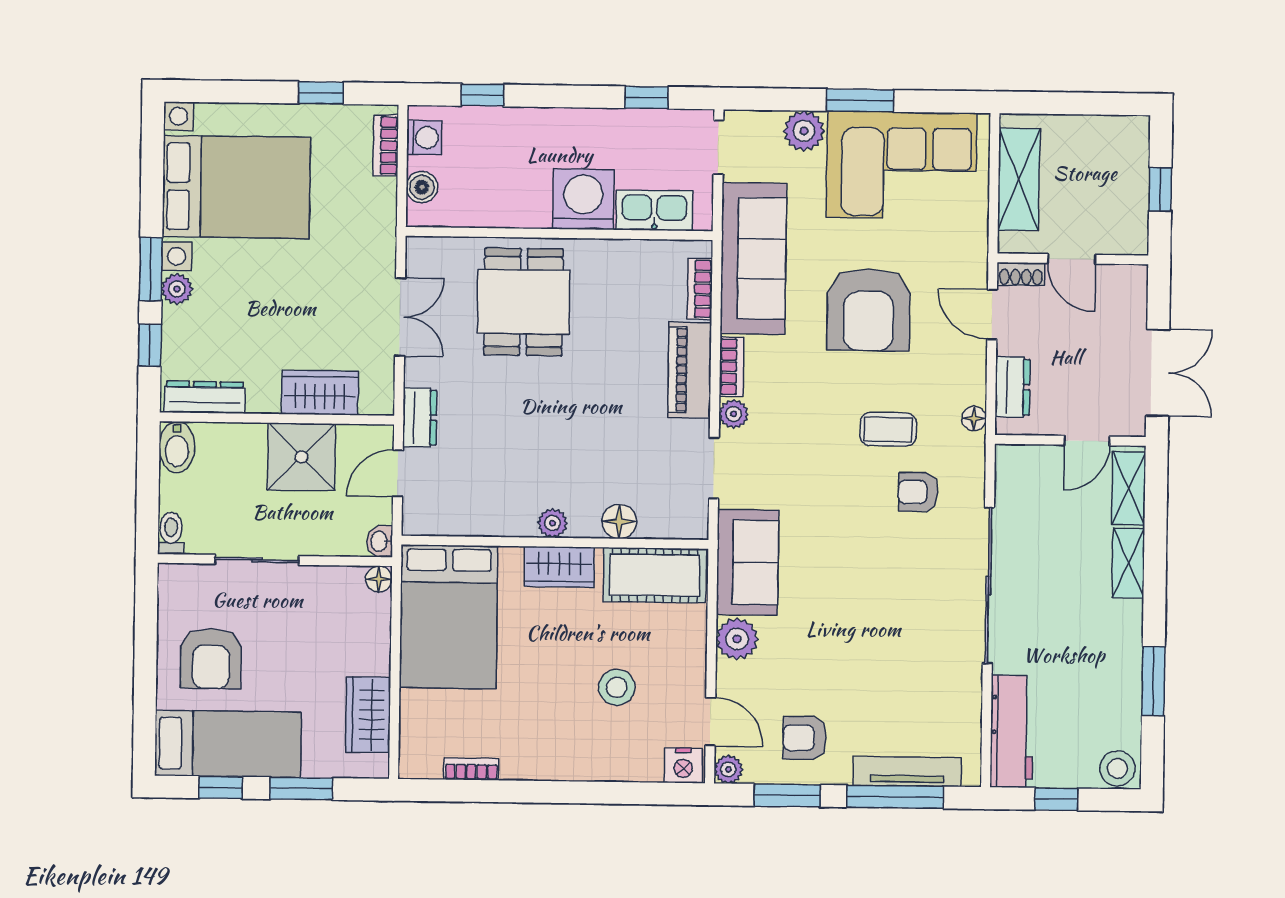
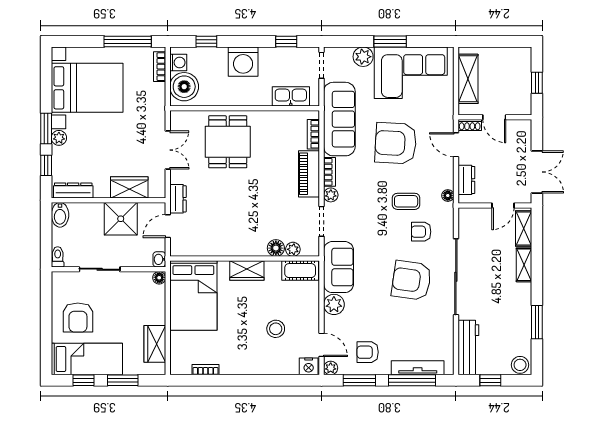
window: (321, 93) -> (128, 41), width x2.17
boiler: (422, 187) -> (184, 87), width x1.86, depth x1.86
washing machine: (583, 199) -> (243, 62), moved, turned 180
armchair: (869, 310) -> (396, 143), turned 93
plant: (552, 523) -> (293, 249), moved
cot: (655, 575) -> (300, 271), width x0.73, depth x0.75
armchair: (897, 592) -> (411, 280), added

